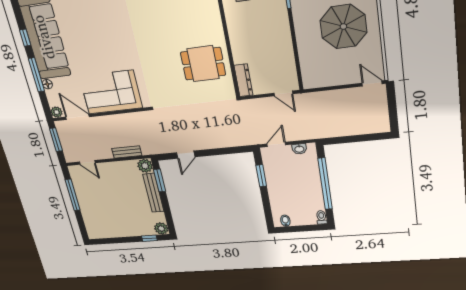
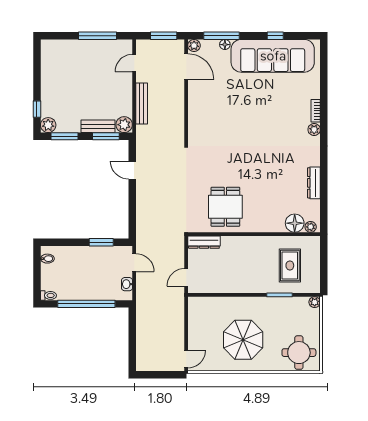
window: (36, 75) -> (222, 36), moved
corner sofa: (111, 92) -> (208, 109), removed
door: (78, 117) -> (186, 67), hinge flipped
bench: (127, 152) -> (142, 103), width x1.36
bench: (153, 193) -> (98, 126), width x0.73
window: (168, 215) -> (65, 136), added

